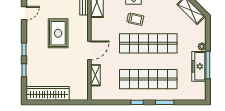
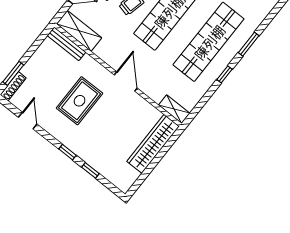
rug: (58, 33) -> (80, 101), turned 90
shelving: (95, 75) -> (174, 109), moved
wardrobe: (48, 93) -> (153, 144), moved

